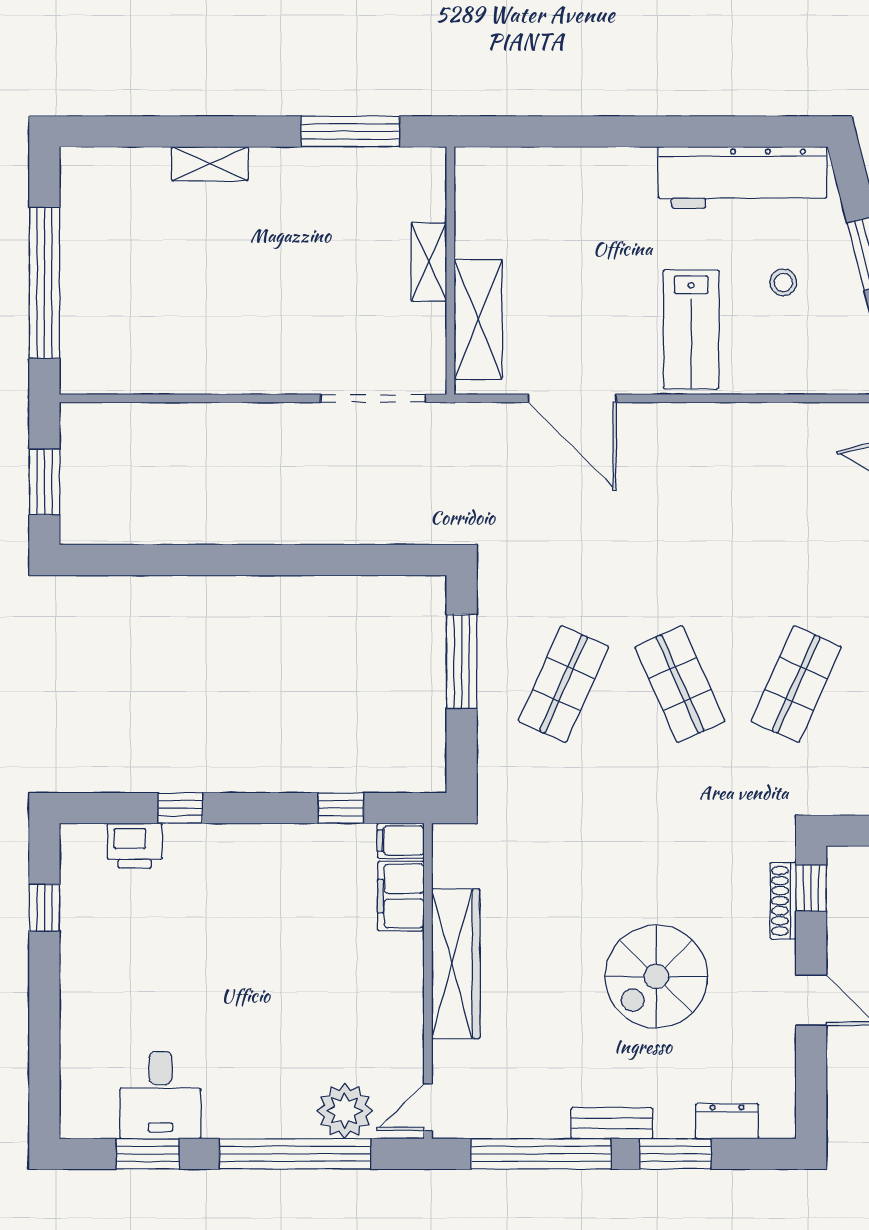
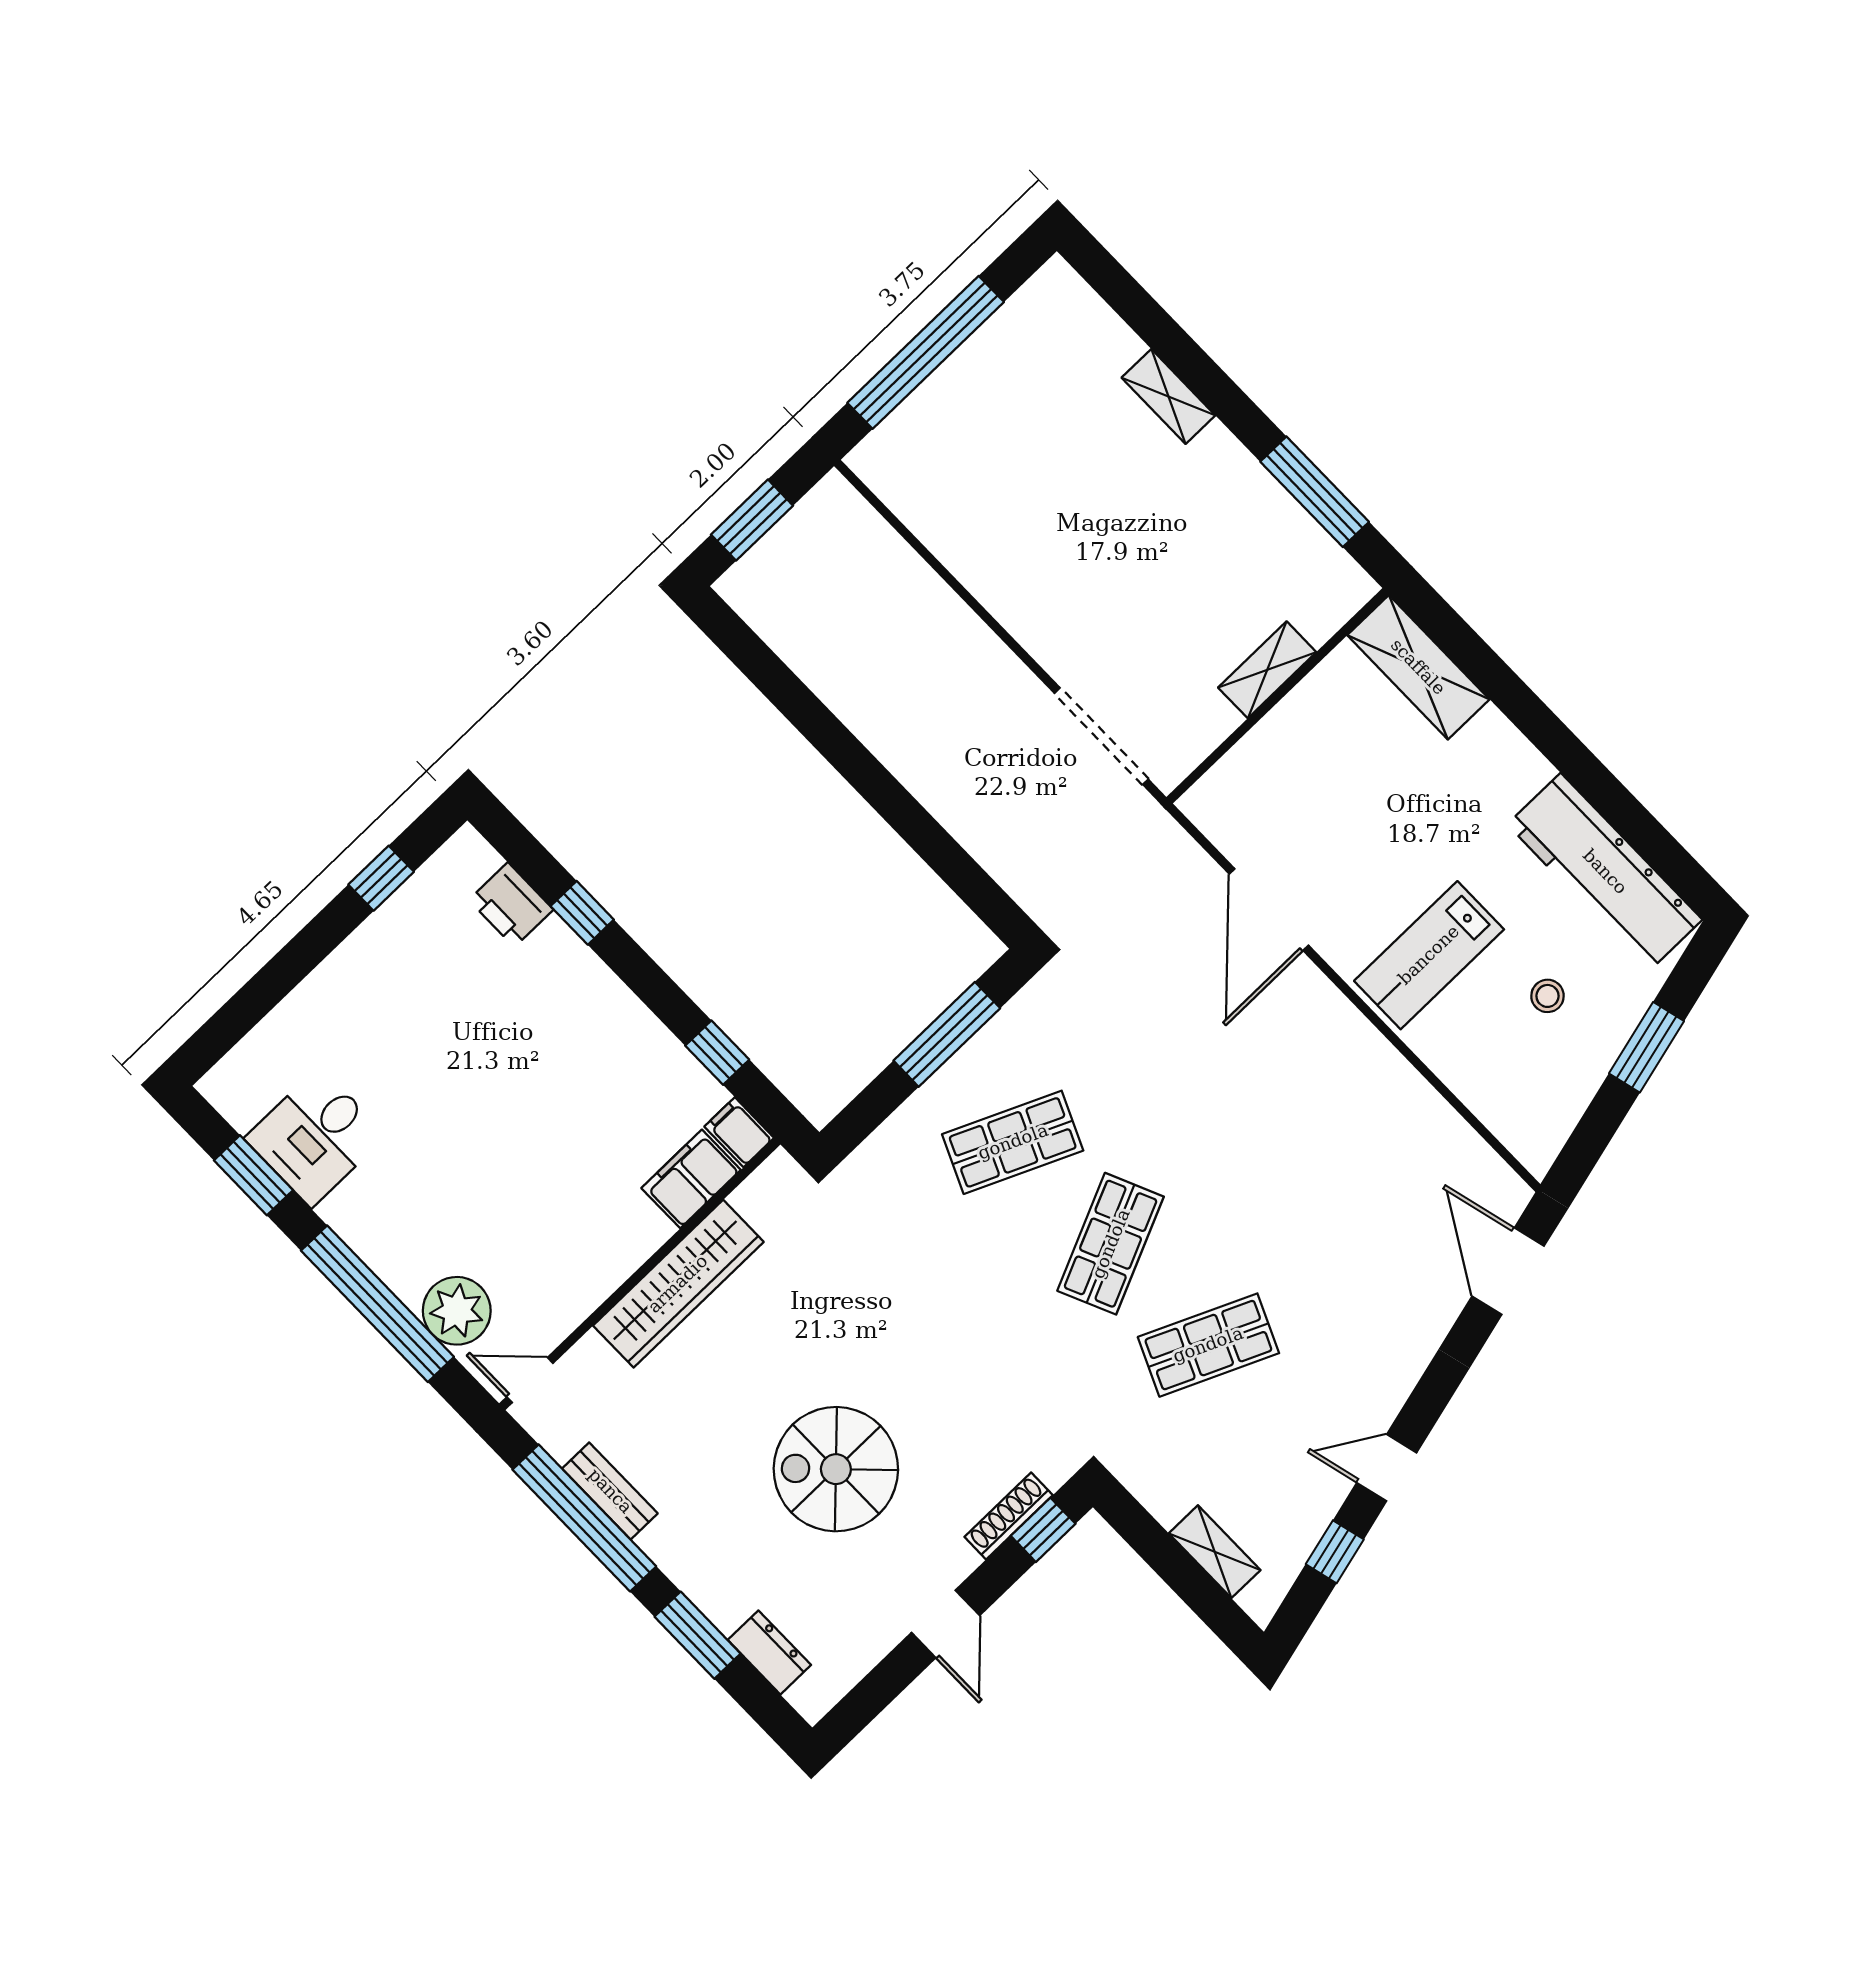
shelving: (478, 319) -> (1418, 667), moved, turned 90
bench: (612, 1123) -> (610, 1491), moved

